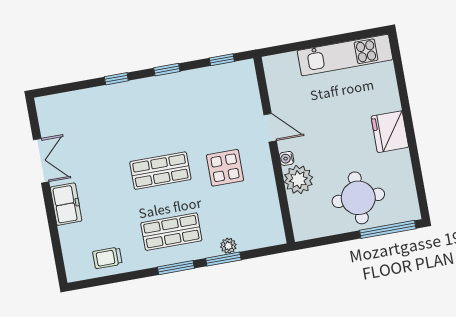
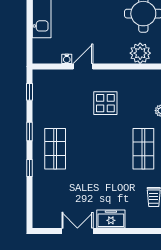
water cooler: (287, 158) -> (67, 59), moved
shop shelf: (160, 171) -> (55, 149), moved
plant: (298, 180) -> (140, 53), moved

